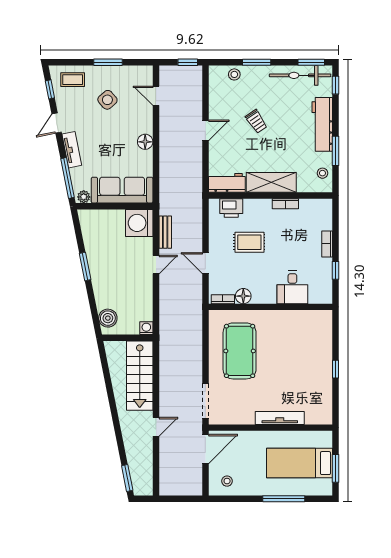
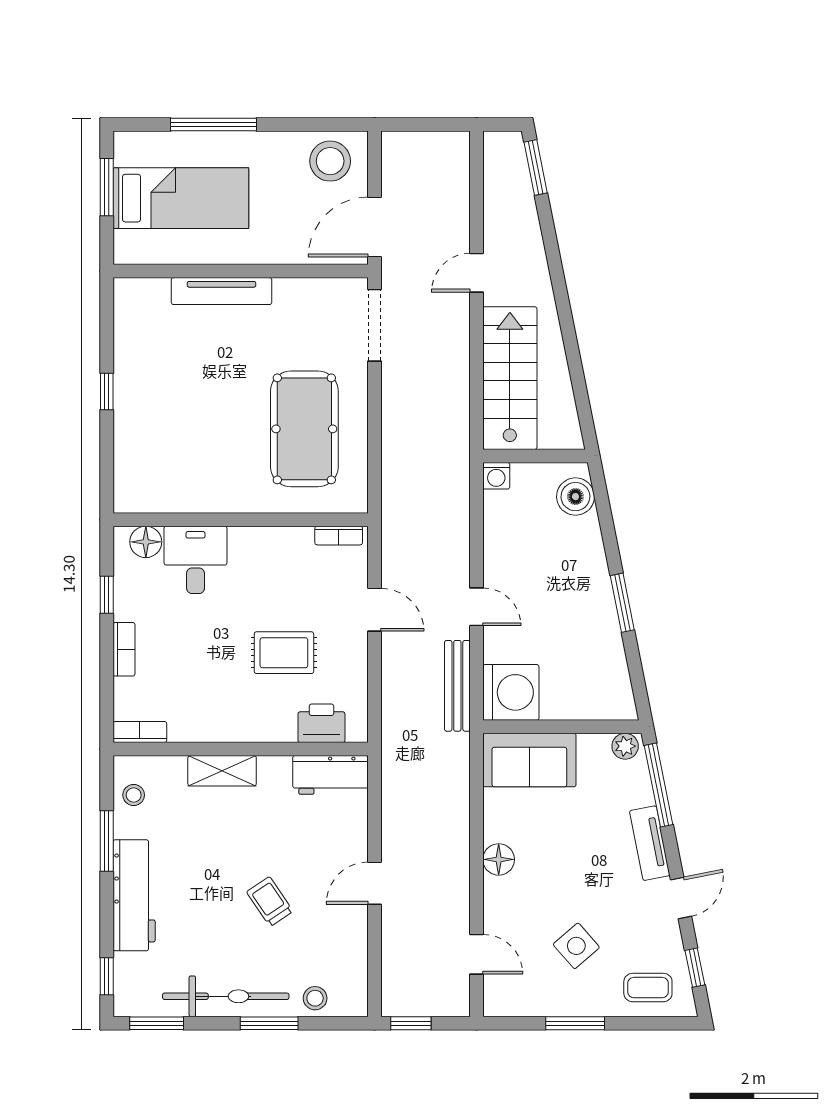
bicycle: (300, 75) -> (226, 996), moved
shelving: (271, 182) -> (222, 771), width x0.67, depth x0.75
sofa: (122, 190) -> (529, 760), width x0.73
bookcase: (285, 204) -> (140, 732), moved
bench: (165, 232) -> (457, 686), width x1.36
door: (156, 265) -> (476, 607), swing flipped
floor lamp: (243, 296) -> (146, 542), moved
stool: (227, 481) -> (330, 161), width x1.89, depth x1.89

